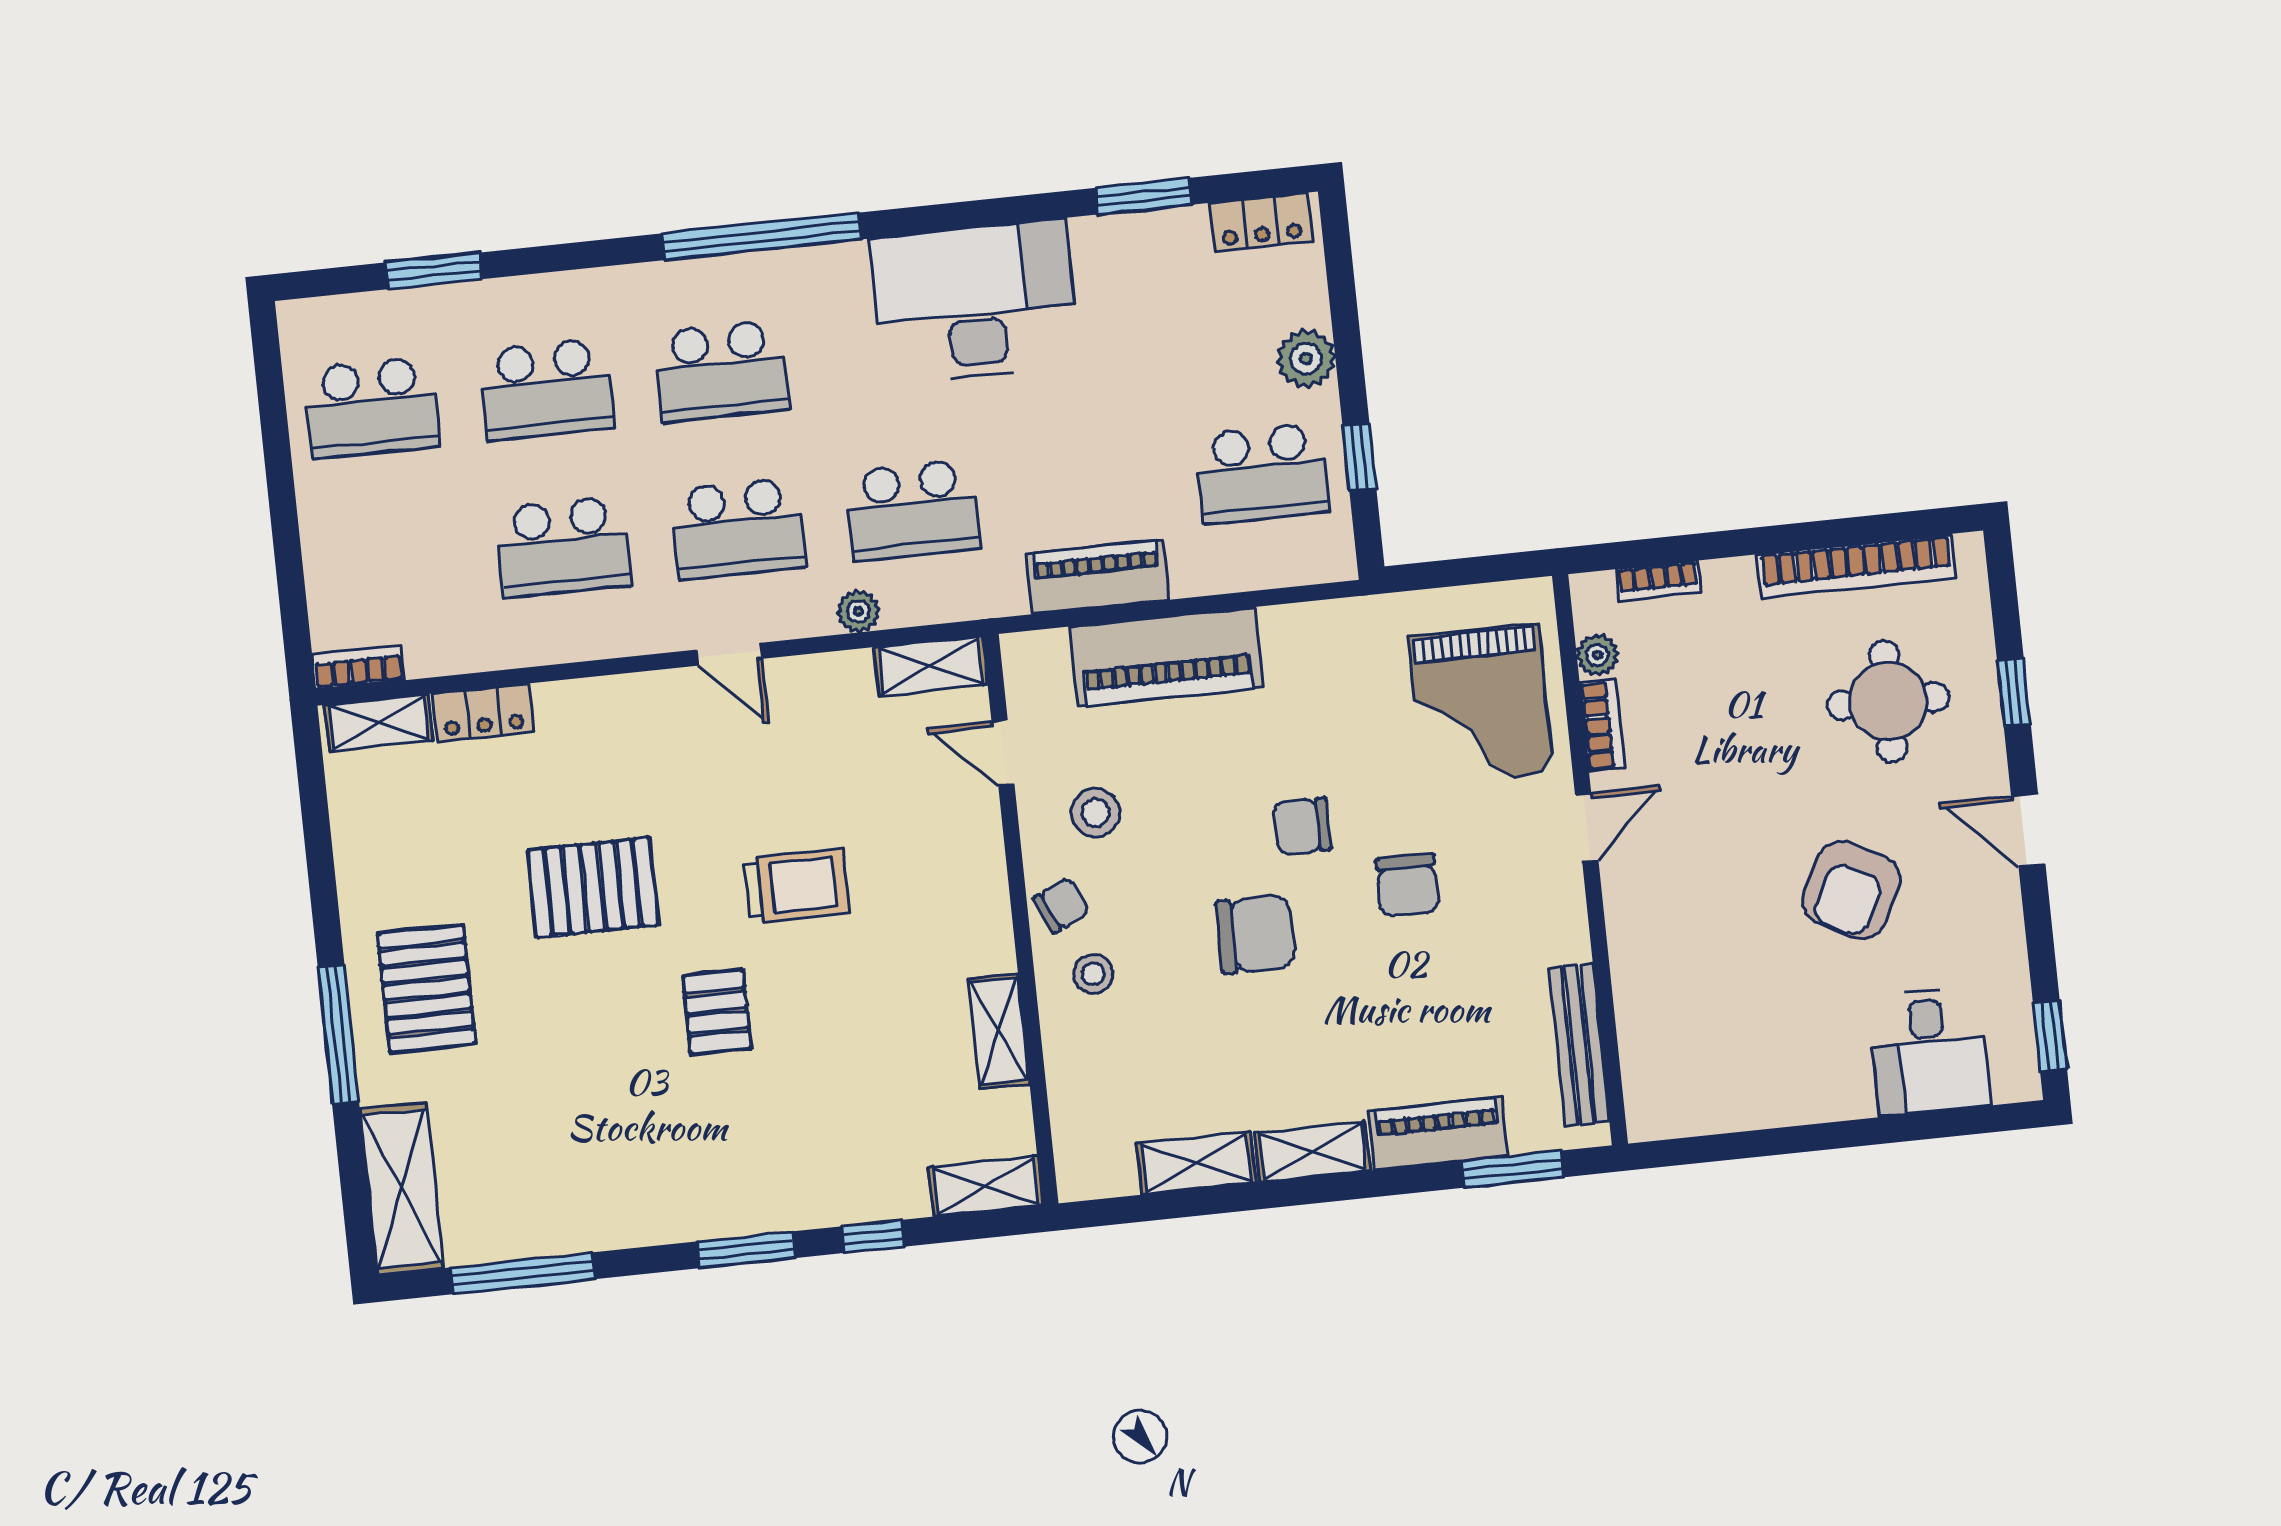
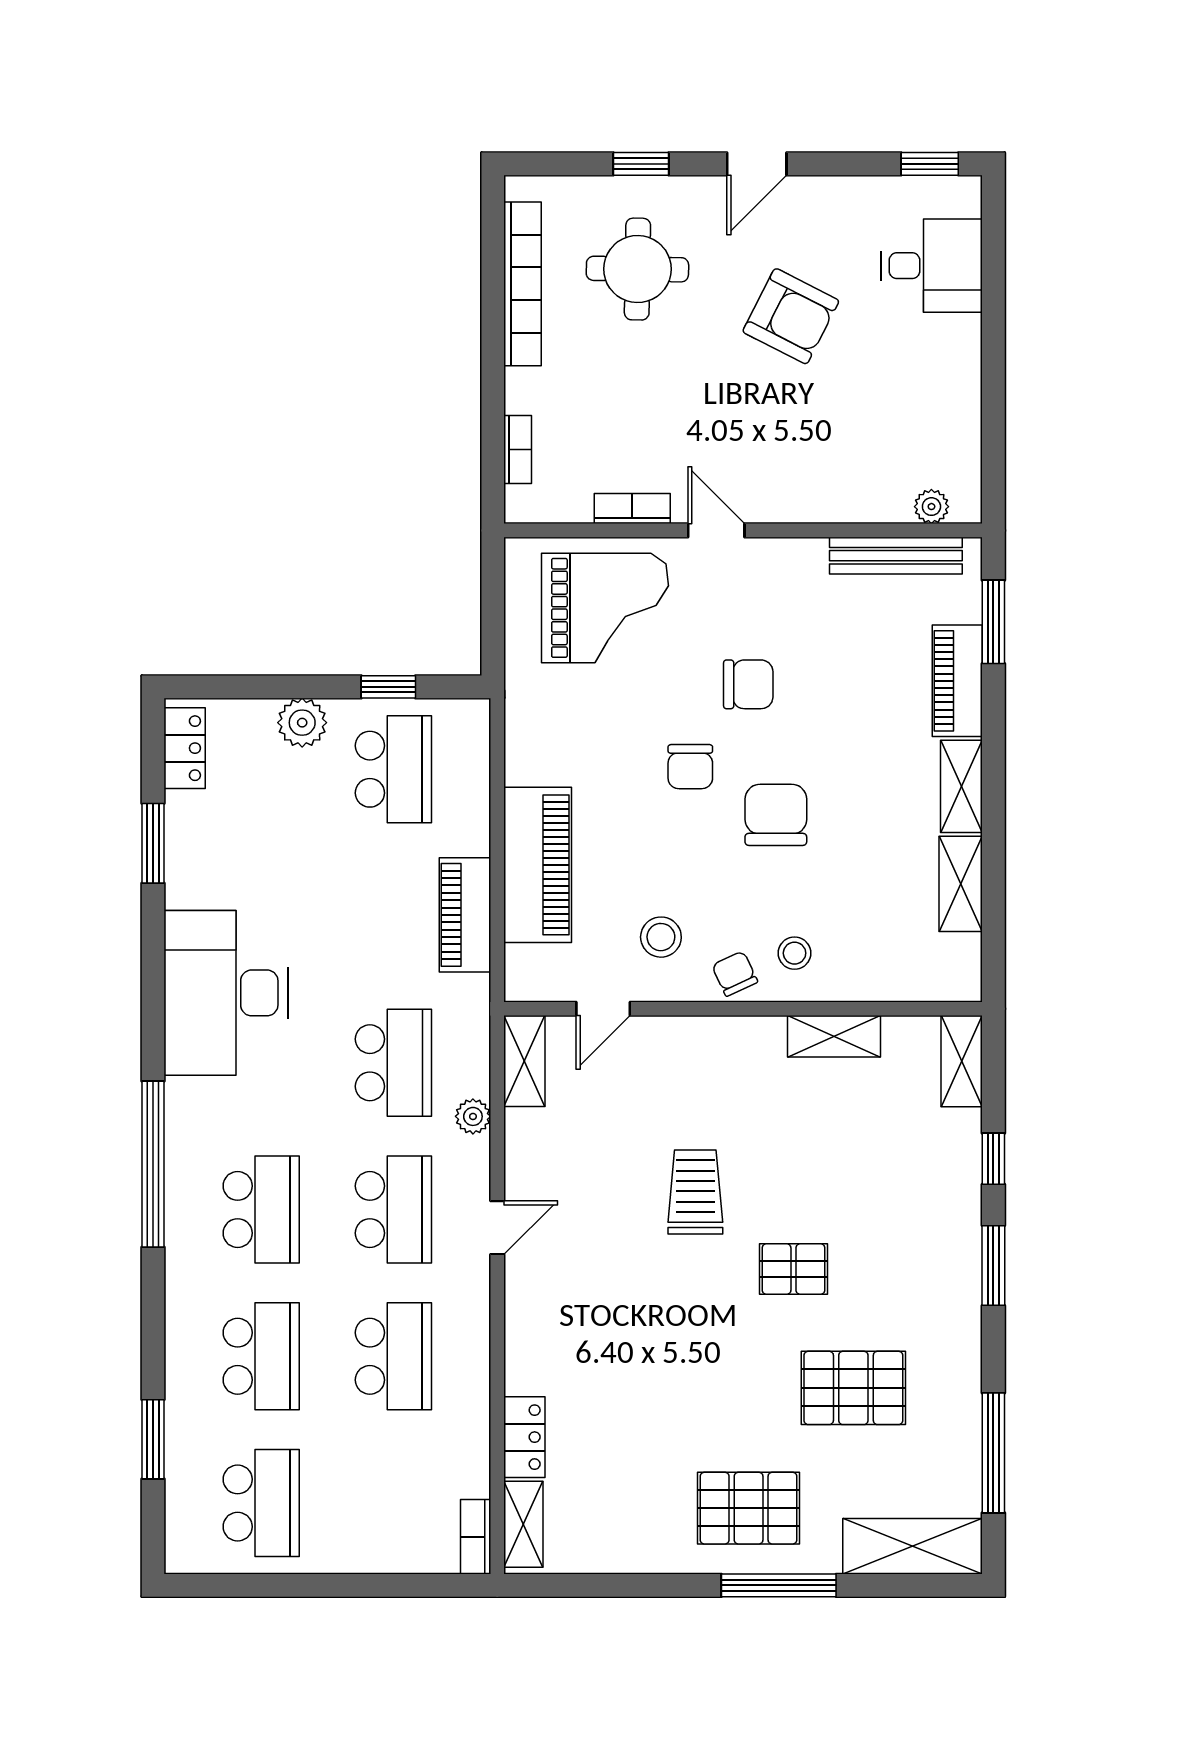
plant: (1597, 655) -> (931, 507), moved
pallet: (593, 887) -> (853, 1388), moved, turned 90

